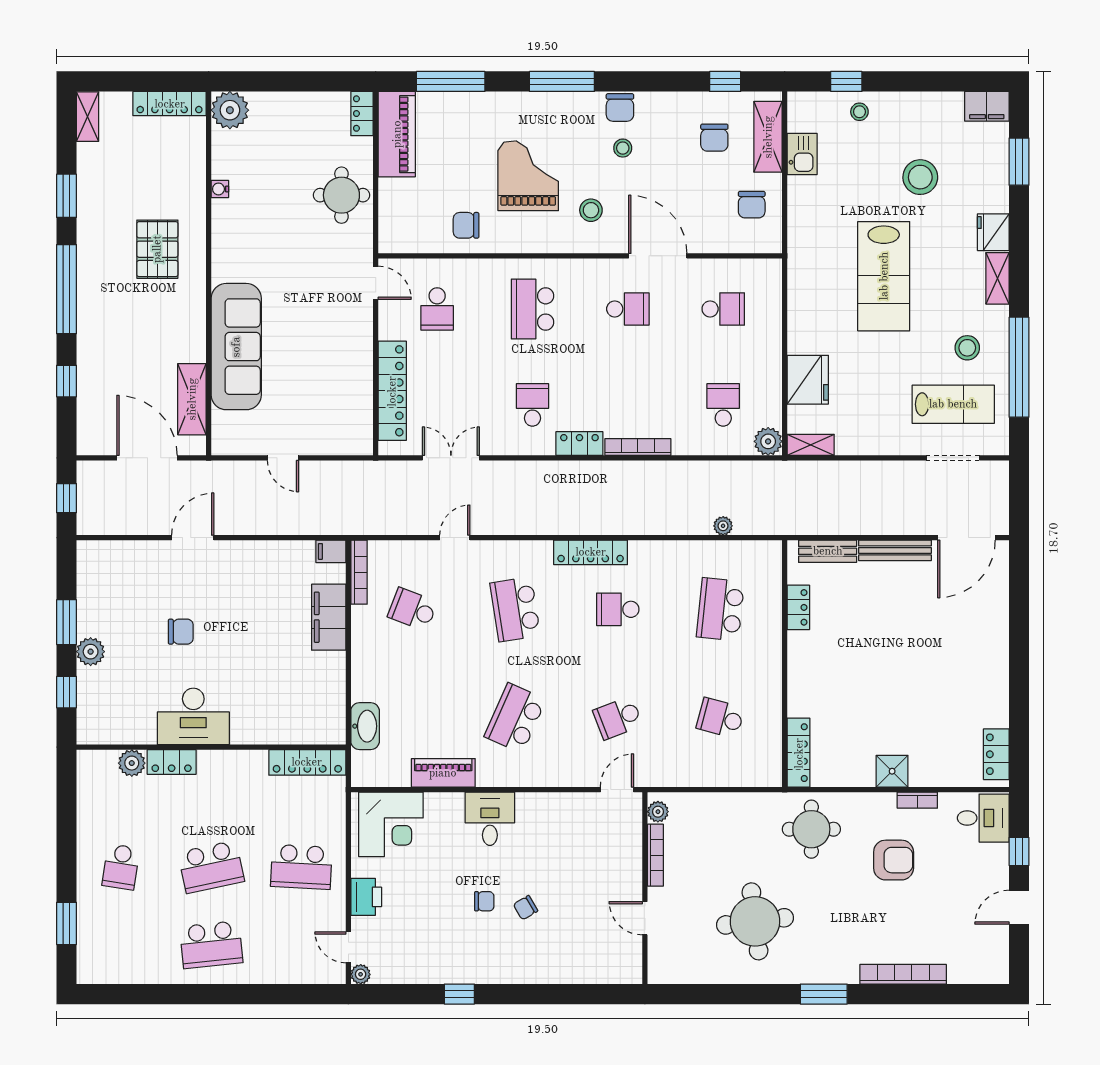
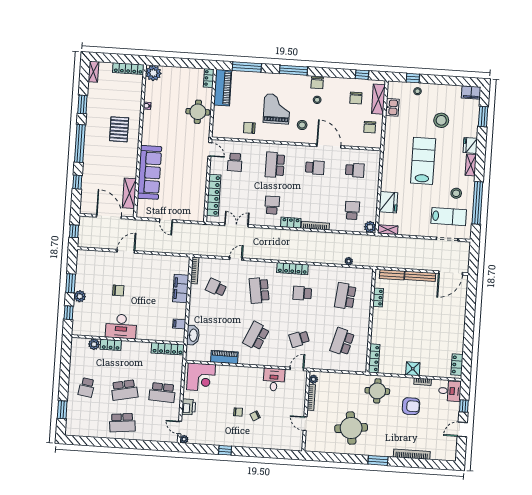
lab bench: (884, 276) -> (423, 161), turned 180
filing cabinet: (331, 551) -> (179, 324), moved
school desk: (720, 718) -> (342, 342), width x1.85
desk: (490, 819) -> (274, 380), moved

